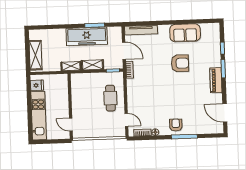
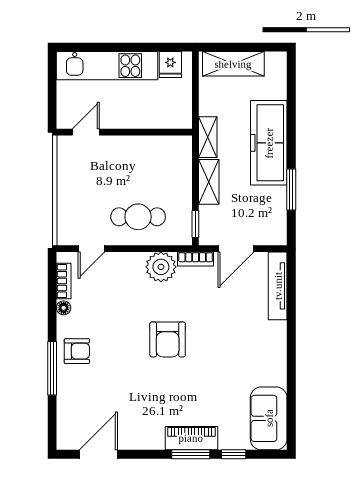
sofa: (185, 33) -> (269, 418), moved
freezer: (87, 36) -> (269, 143), moved
armchair: (180, 63) -> (168, 339), moved
piano: (216, 80) -> (191, 438), moved
plant: (134, 86) -> (161, 267), added

